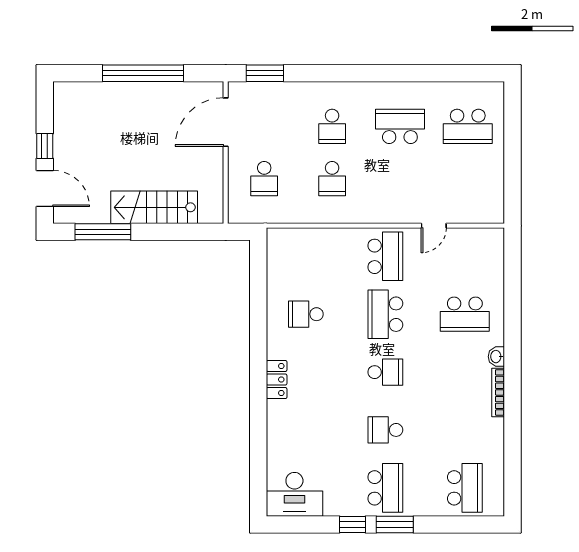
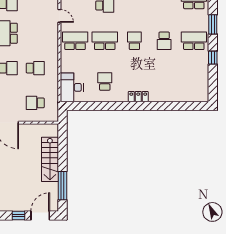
school desk: (264, 179) -> (35, 103), turned 180
school desk: (306, 314) -> (105, 82), turned 180
school desk: (385, 314) -> (105, 41), turned 180
desk: (294, 494) -> (72, 87), moved, turned 180
window: (395, 525) -> (213, 24), moved

